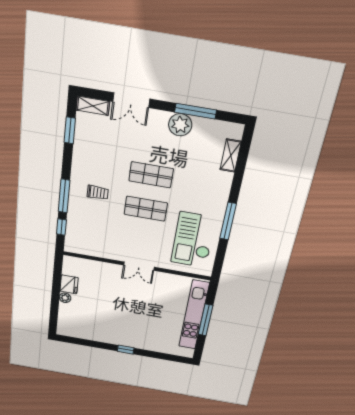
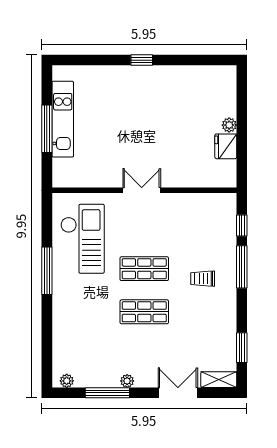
plant: (180, 125) -> (127, 381), width x0.53, depth x0.53
plant: (231, 128) -> (67, 381), added
shelving: (231, 156) -> (60, 350), removed
kitchen unit: (194, 315) -> (63, 119), width x0.73

